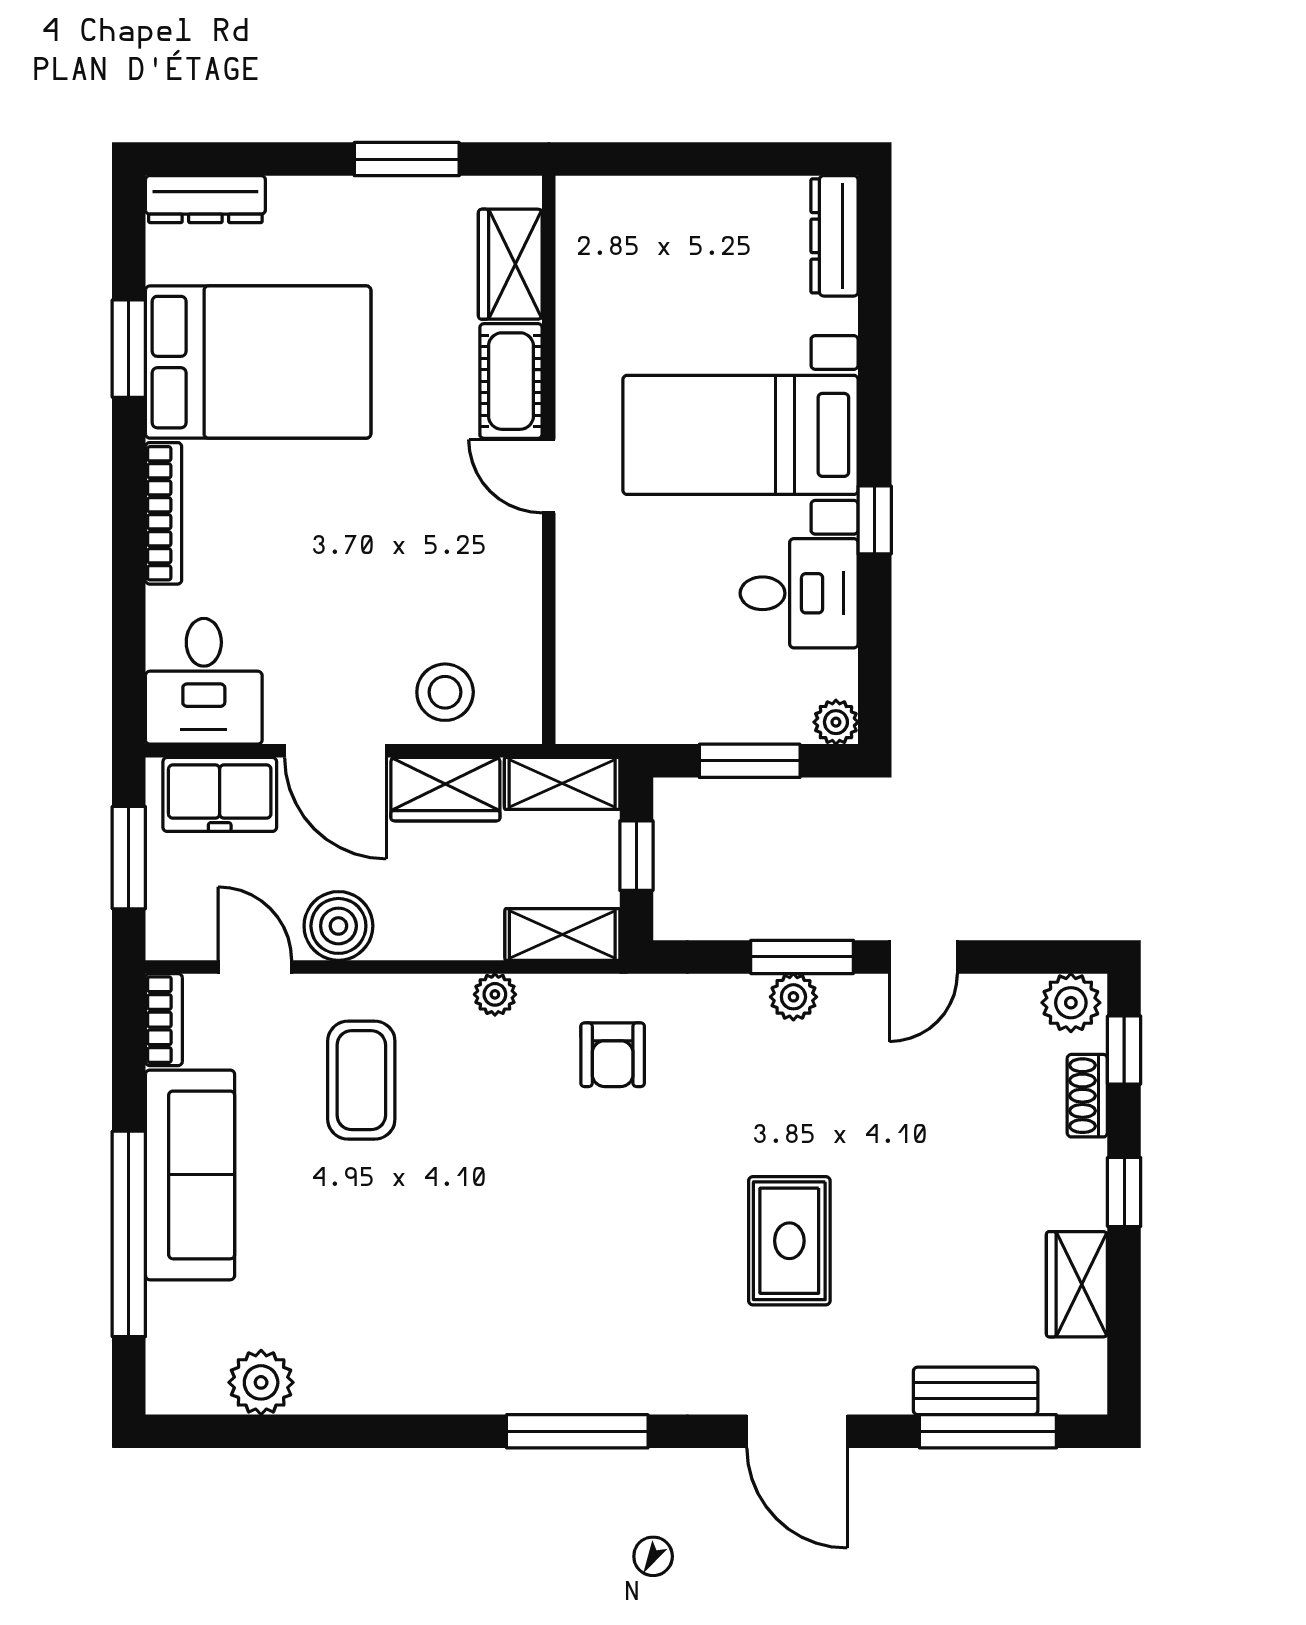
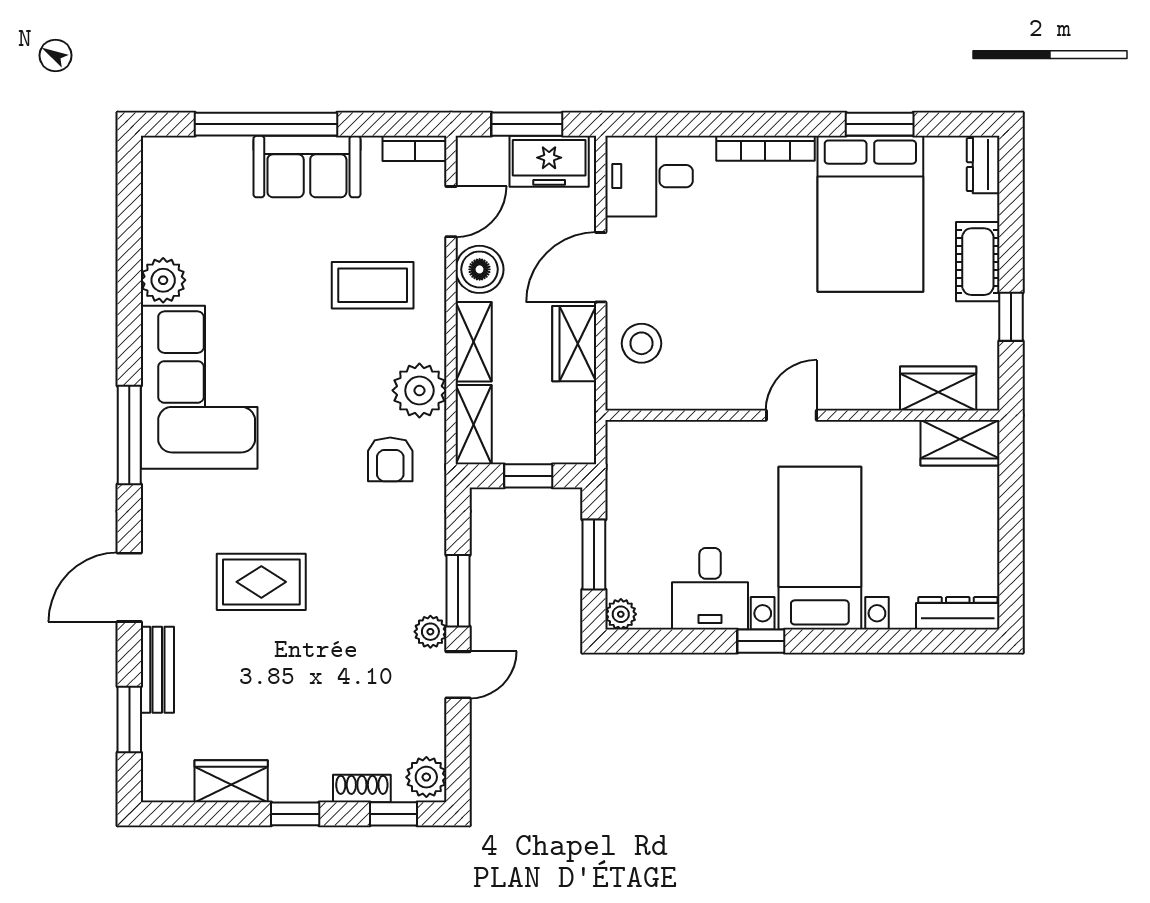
window: (407, 159) -> (1011, 317), width x0.67
dresser: (205, 199) -> (983, 165), width x0.70
wardrobe: (588, 233) -> (960, 443), added
cot: (511, 381) -> (978, 262), moved, turned 90
shelving: (562, 783) -> (474, 342), moved
freezer: (220, 794) -> (549, 161), moved, turned -90
door: (923, 957) -> (458, 675), swing flipped
plant: (495, 994) -> (419, 390), width x1.88, depth x1.88
plant: (793, 997) -> (430, 632), moved
armchair: (613, 1055) -> (390, 459), turned -90
sofa: (190, 1175) -> (307, 167), width x0.73
corner sofa: (508, 1331) -> (199, 387), added
plant: (261, 1382) -> (163, 280), moved
bench: (976, 1391) -> (157, 670), moved
window: (988, 1431) -> (129, 720), width x0.69

